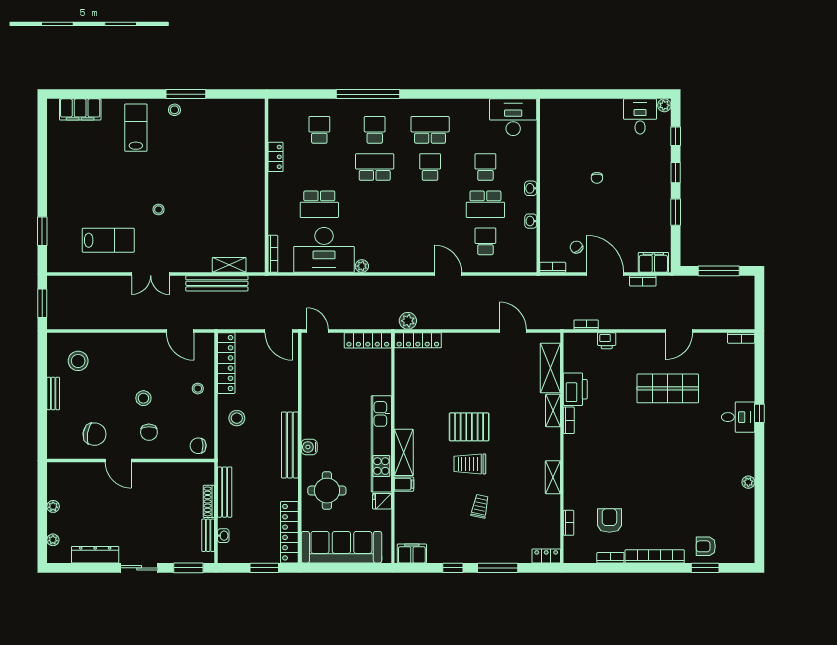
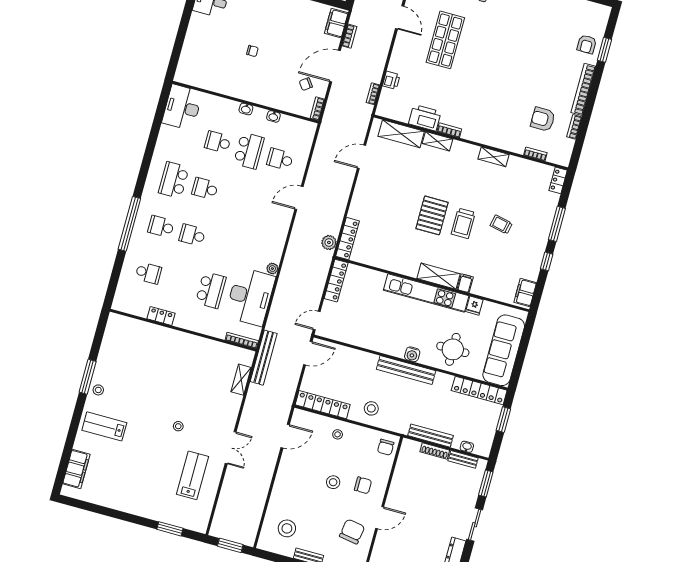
school desk: (319, 130) -> (148, 273), turned 180
school desk: (375, 167) -> (192, 235), width x0.54
bench: (217, 283) -> (264, 358), moved

